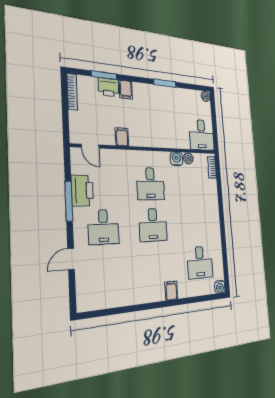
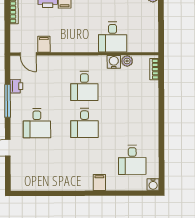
desk: (201, 135) -> (113, 37), moved
filing cabinet: (122, 137) -> (44, 44), moved
printer: (82, 190) -> (16, 86), width x0.53, depth x0.68

